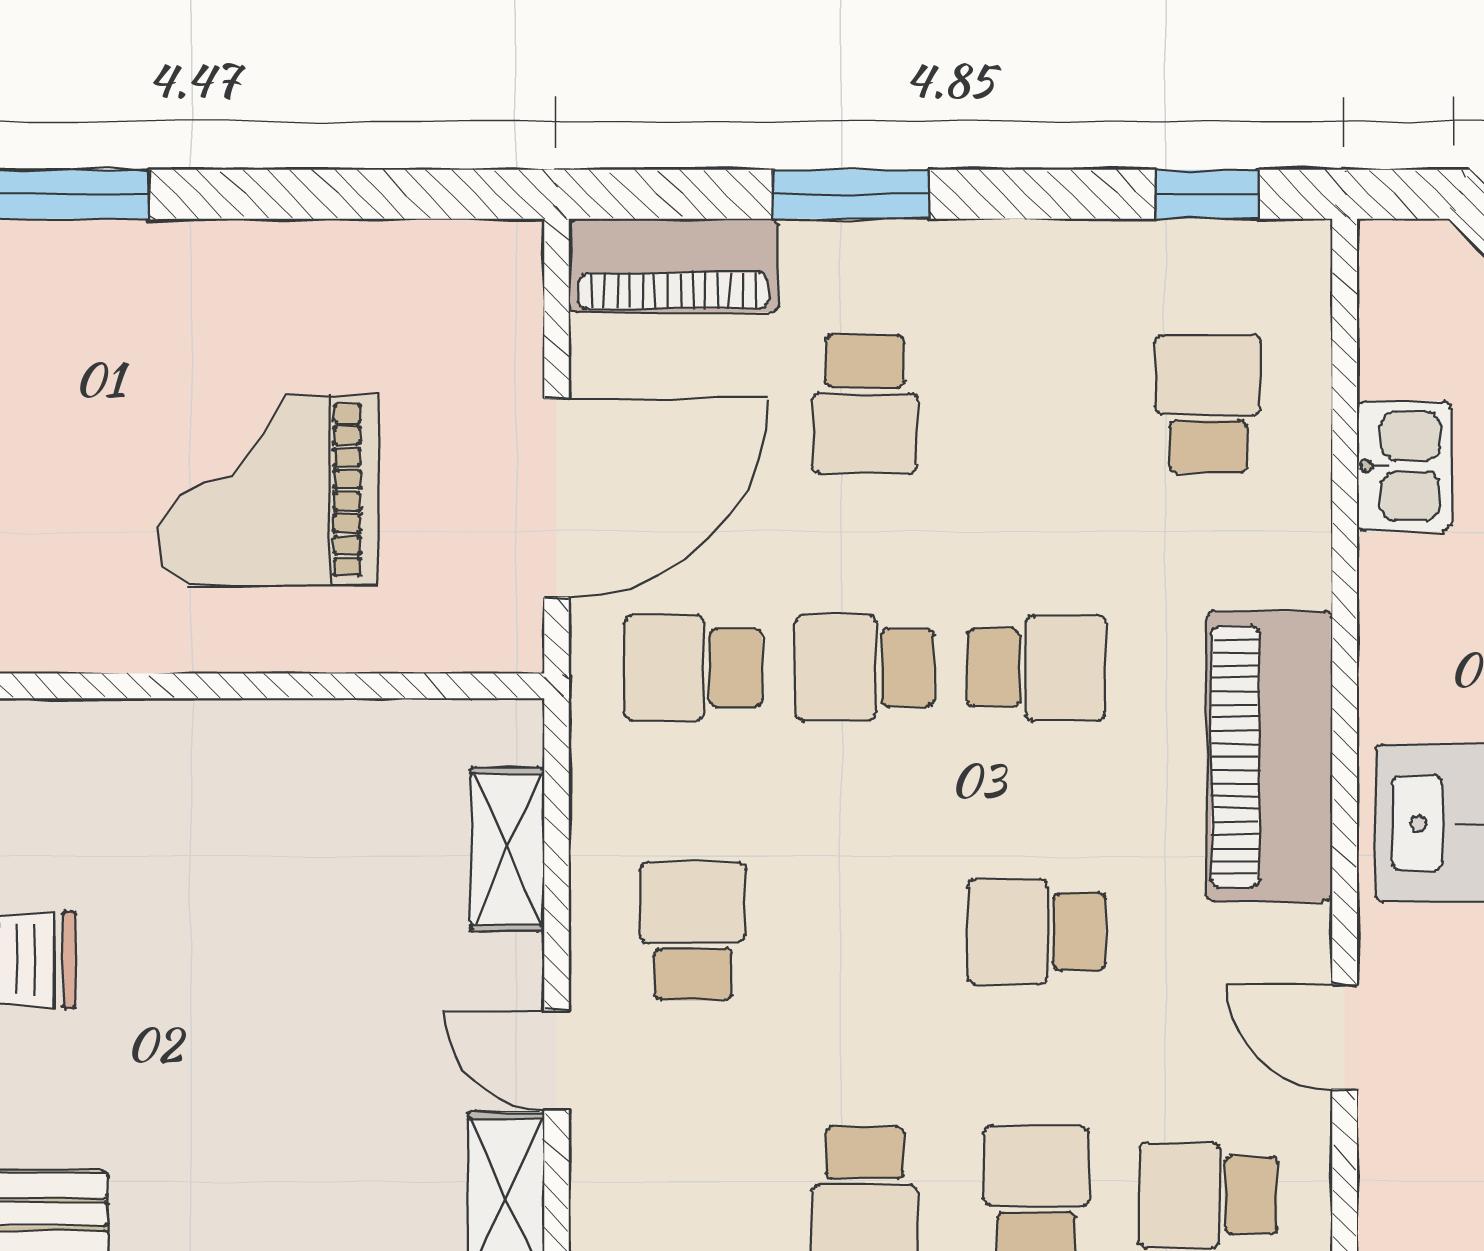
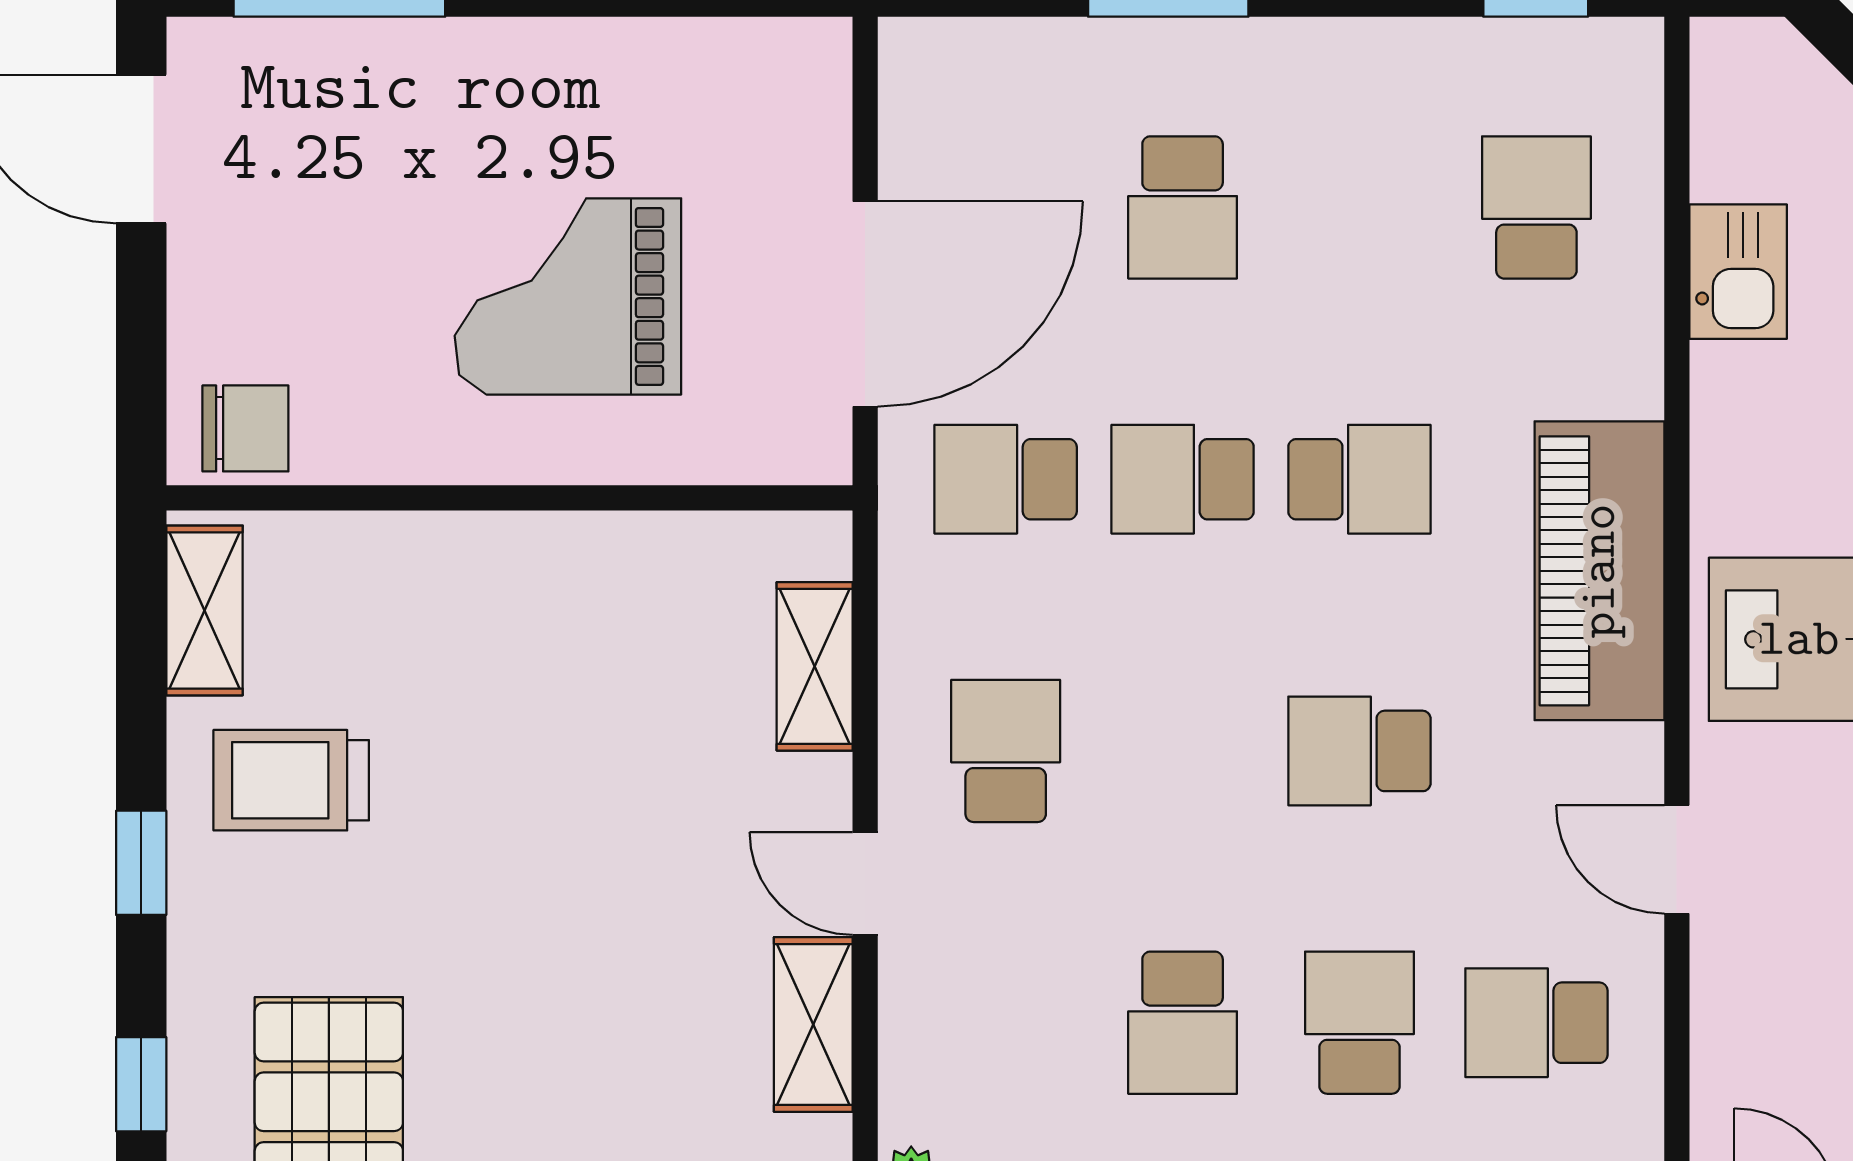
piano: (674, 266) -> (986, 65), removed

